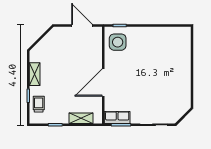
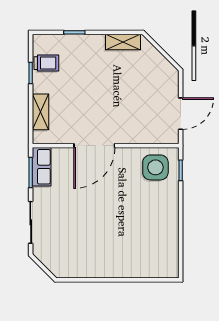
shelving: (35, 74) -> (123, 42), moved
door: (103, 83) -> (94, 146), swing flipped
trolley: (39, 104) -> (46, 63), moved

